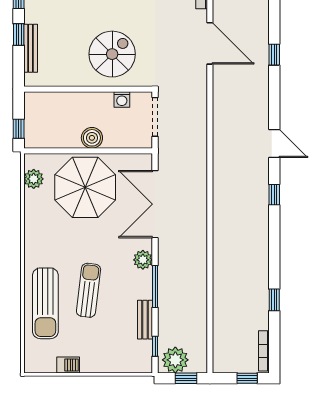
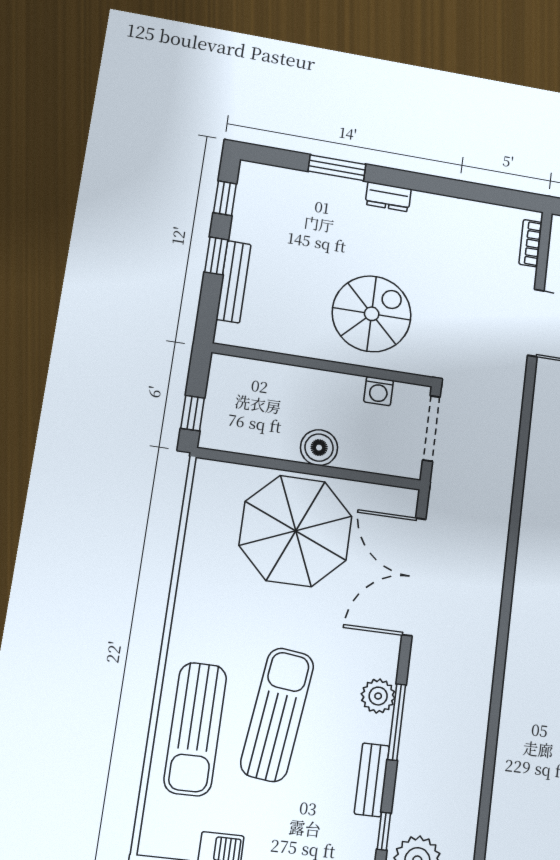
plant: (34, 179) -> (206, 503), removed
plant: (143, 260) -> (378, 696), moved
sun lounger: (89, 290) -> (277, 714), width x1.36, depth x1.34

